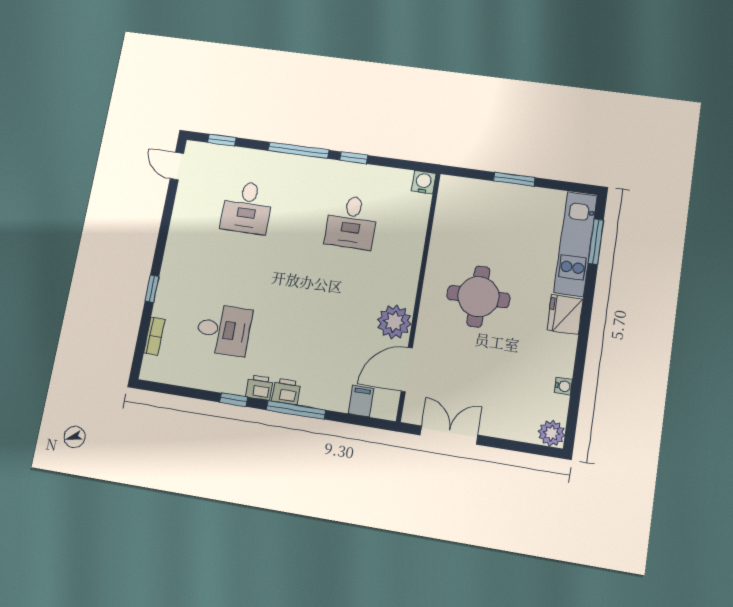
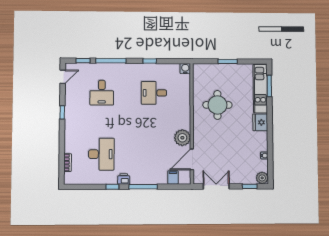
window: (298, 150) -> (111, 61), moved
door: (177, 166) -> (63, 77), swing flipped
desk: (351, 222) -> (154, 93), turned 90
window: (152, 289) -> (62, 112), moved
round table: (478, 297) -> (217, 105), moved
desk: (224, 330) -> (101, 154), width x1.37
printer: (286, 391) -> (137, 179), removed
window: (522, 447) -> (250, 186), added

